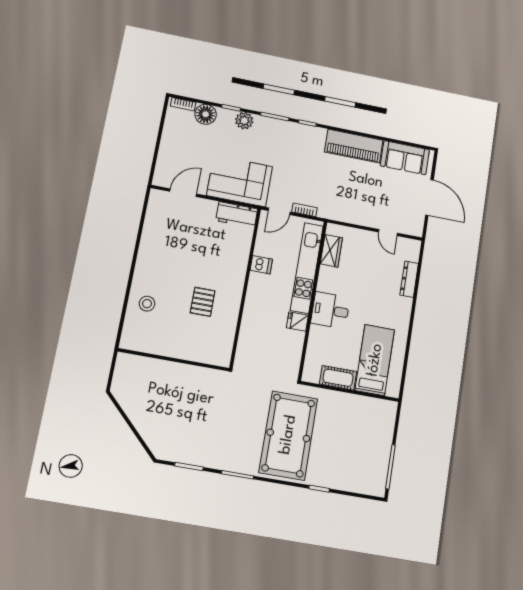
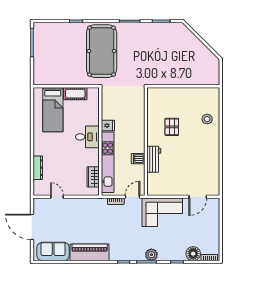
plant: (244, 121) -> (151, 255), moved
workbench: (237, 215) -> (154, 159), moved, turned 90

